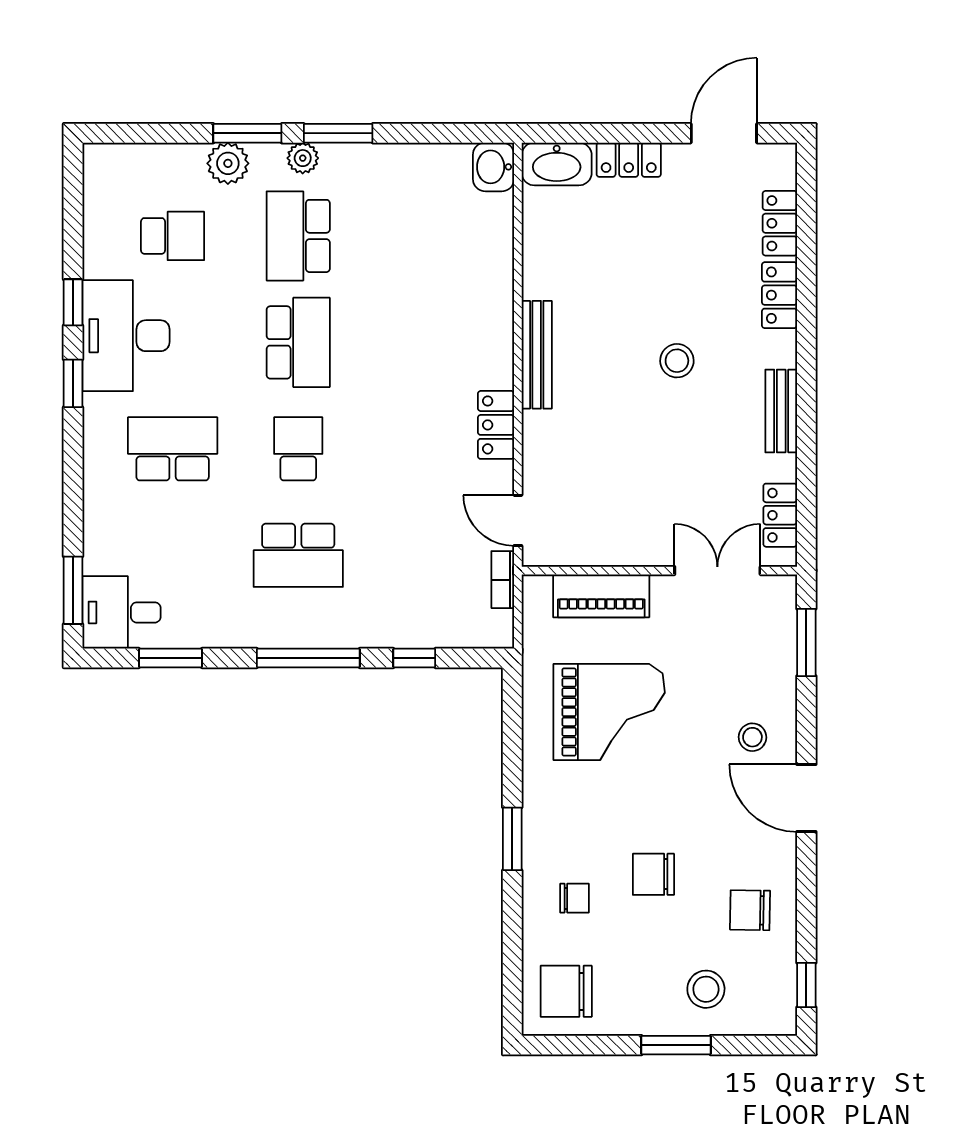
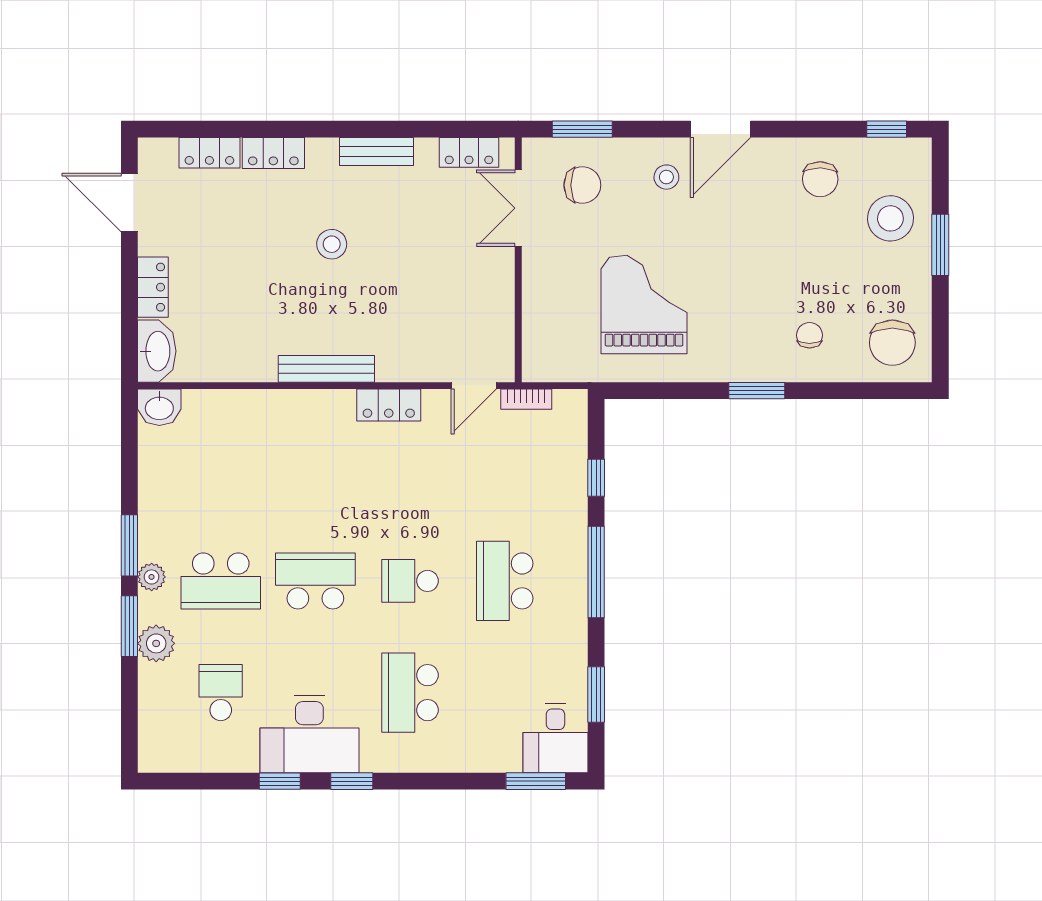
school desk: (298, 555) -> (505, 581), turned 180
piano: (601, 596) -> (541, 312), removed
chair: (653, 874) -> (582, 185), moved, turned -90
stool: (706, 989) -> (890, 218), width x1.38, depth x1.38

